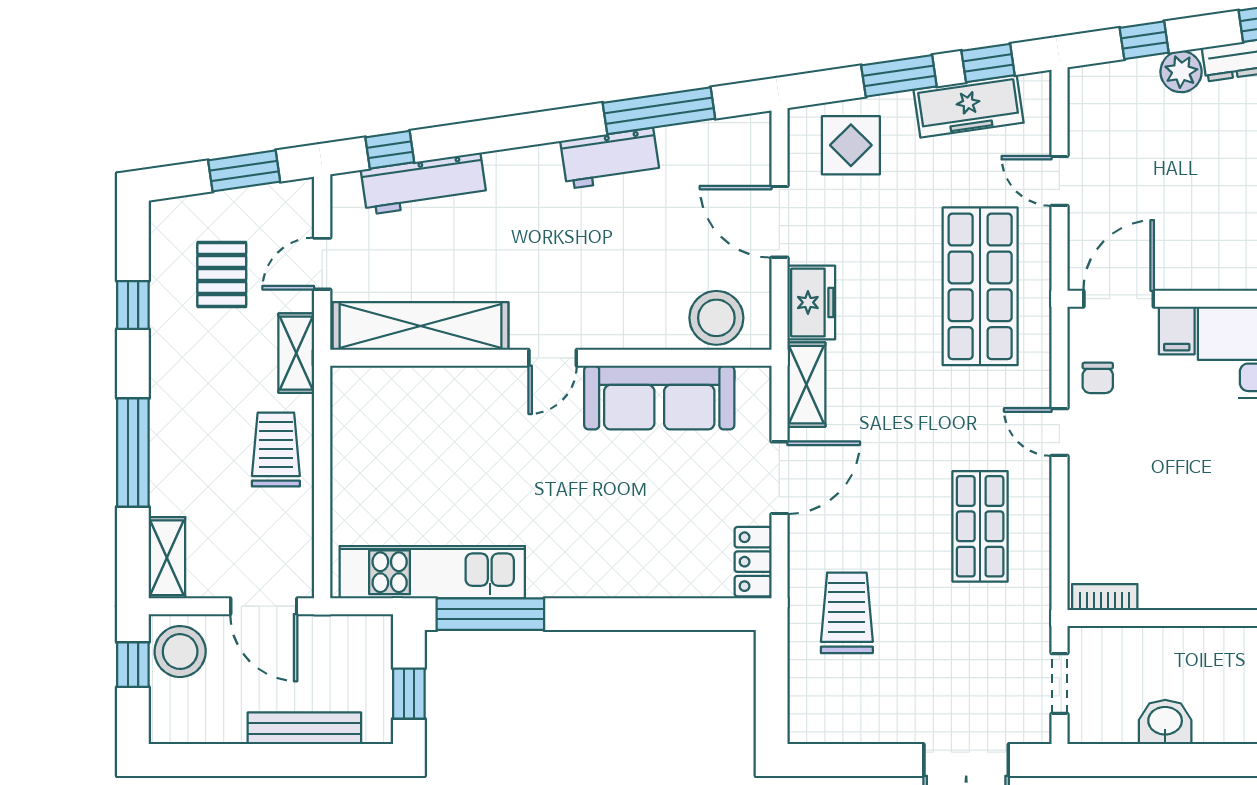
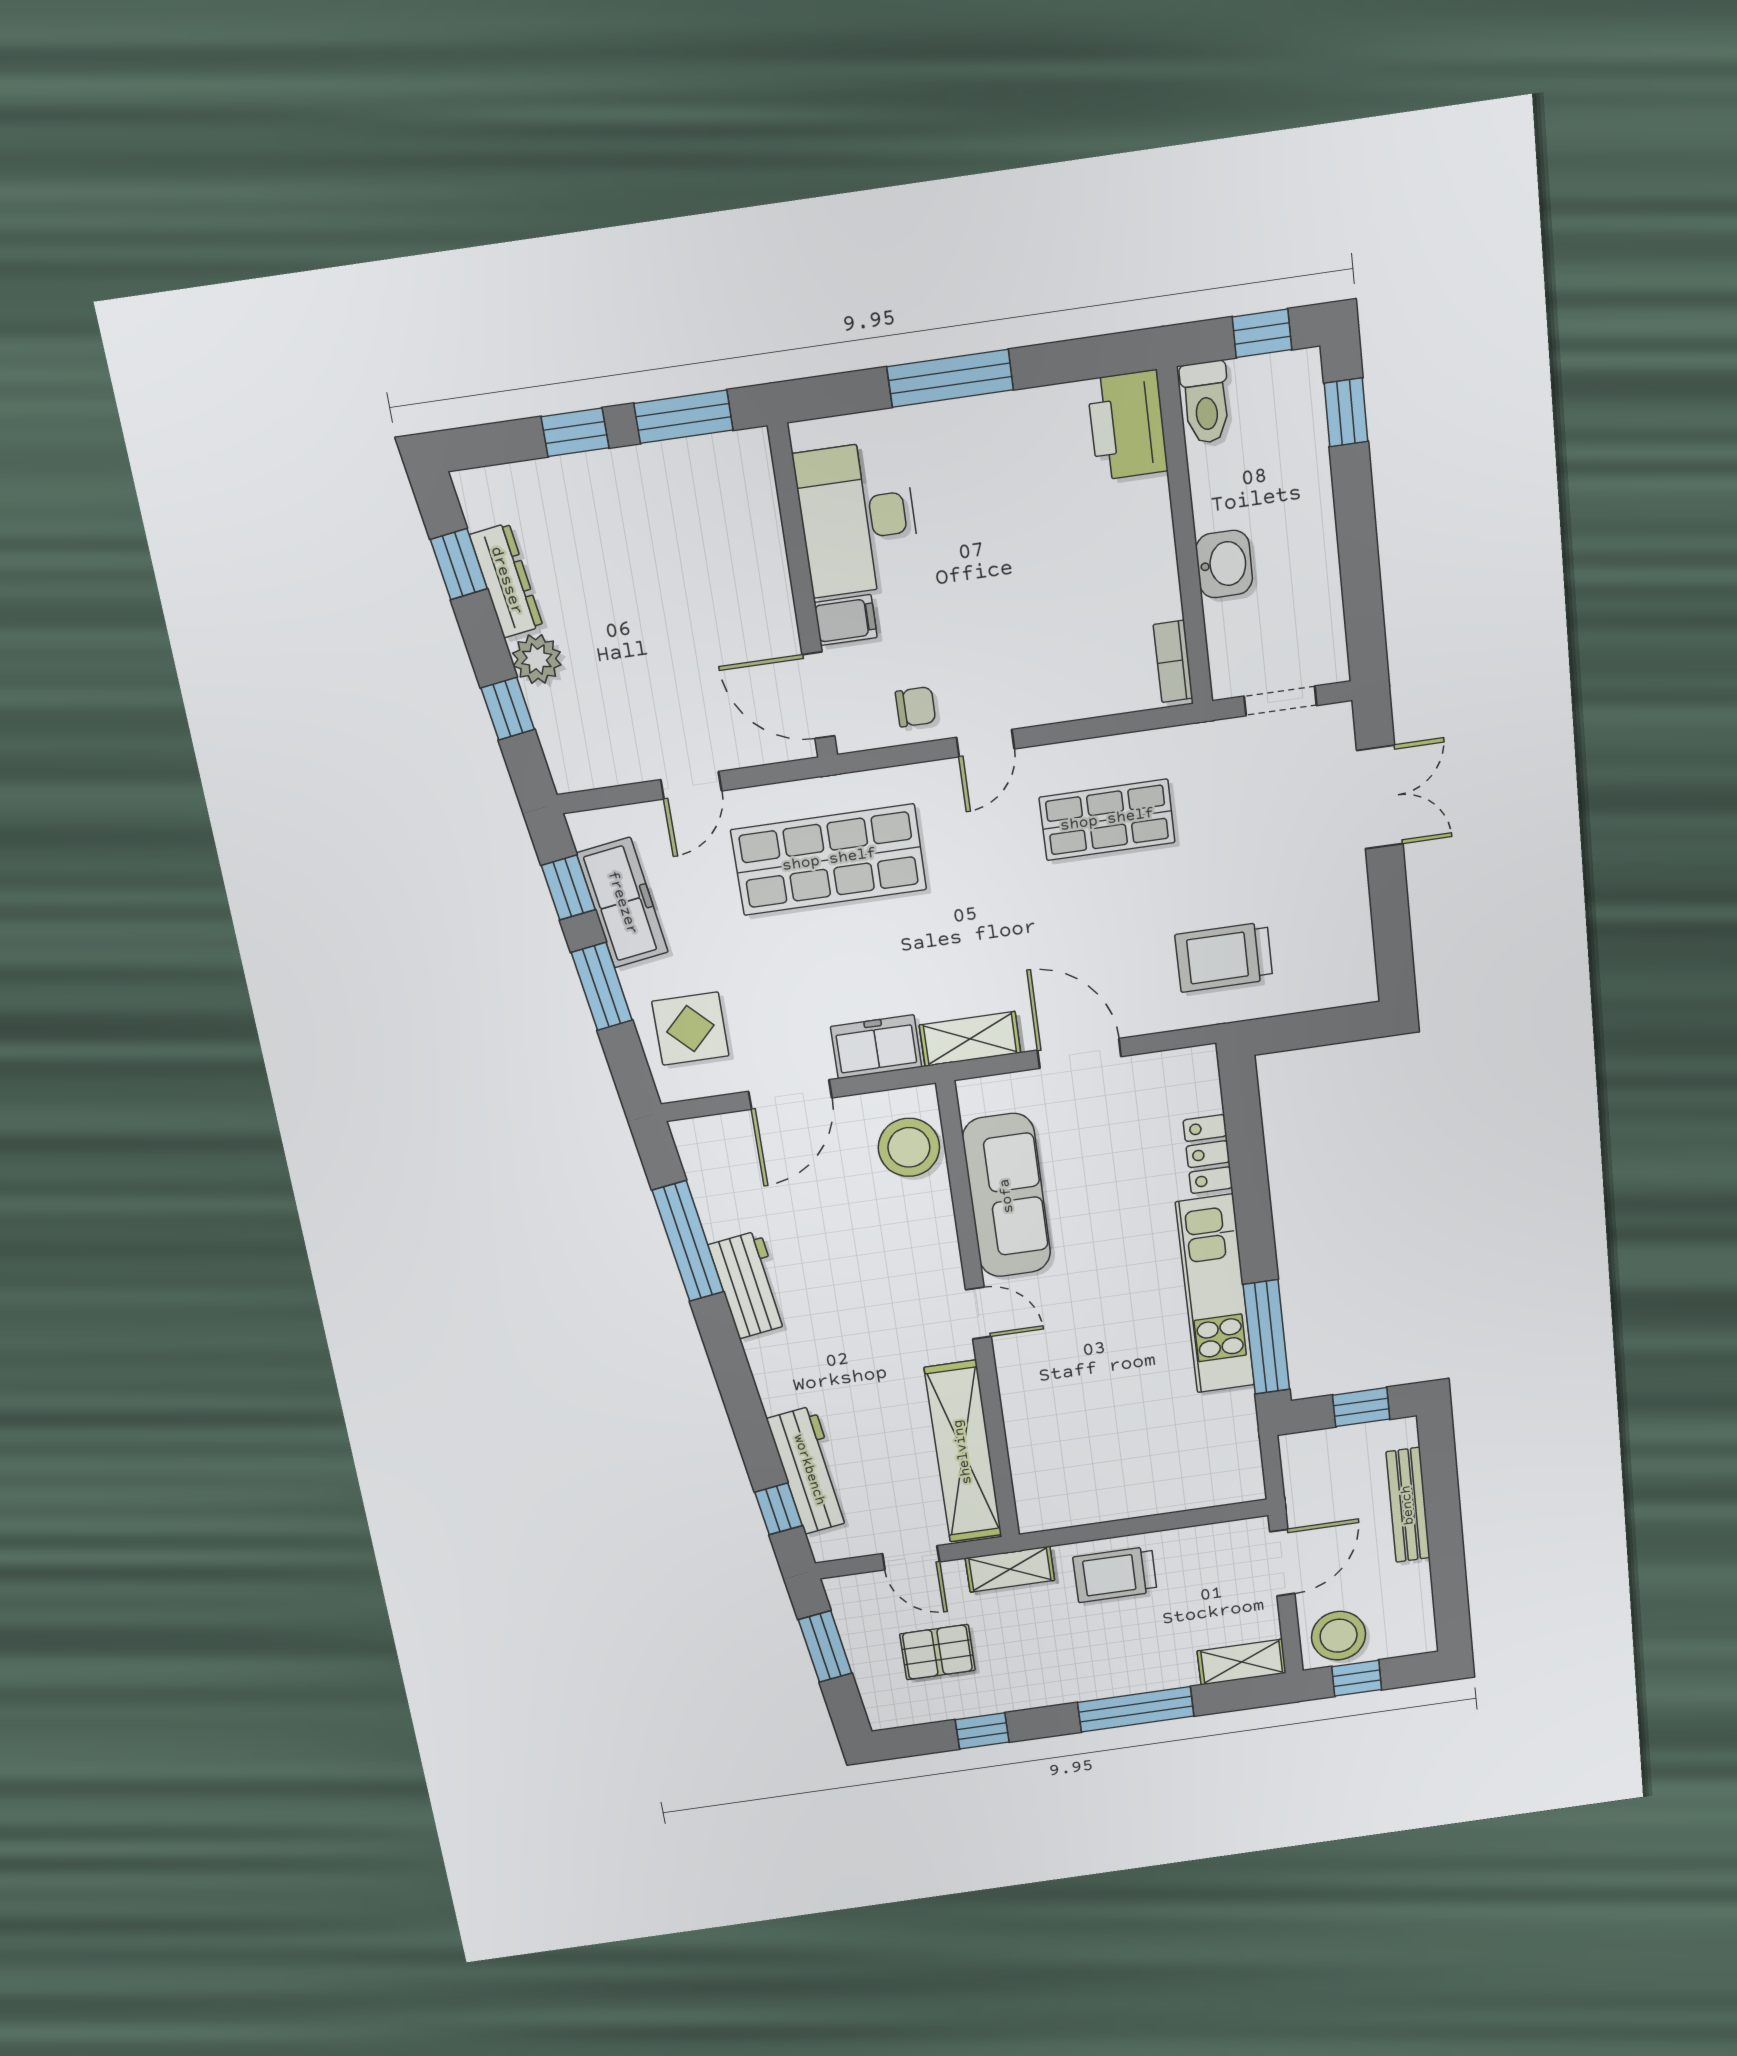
locker: (753, 562) -> (1208, 1154), moved, turned 90
kitchen unit: (432, 572) -> (1215, 1294), moved
washbasin: (1165, 722) -> (1224, 564), moved, turned 180

